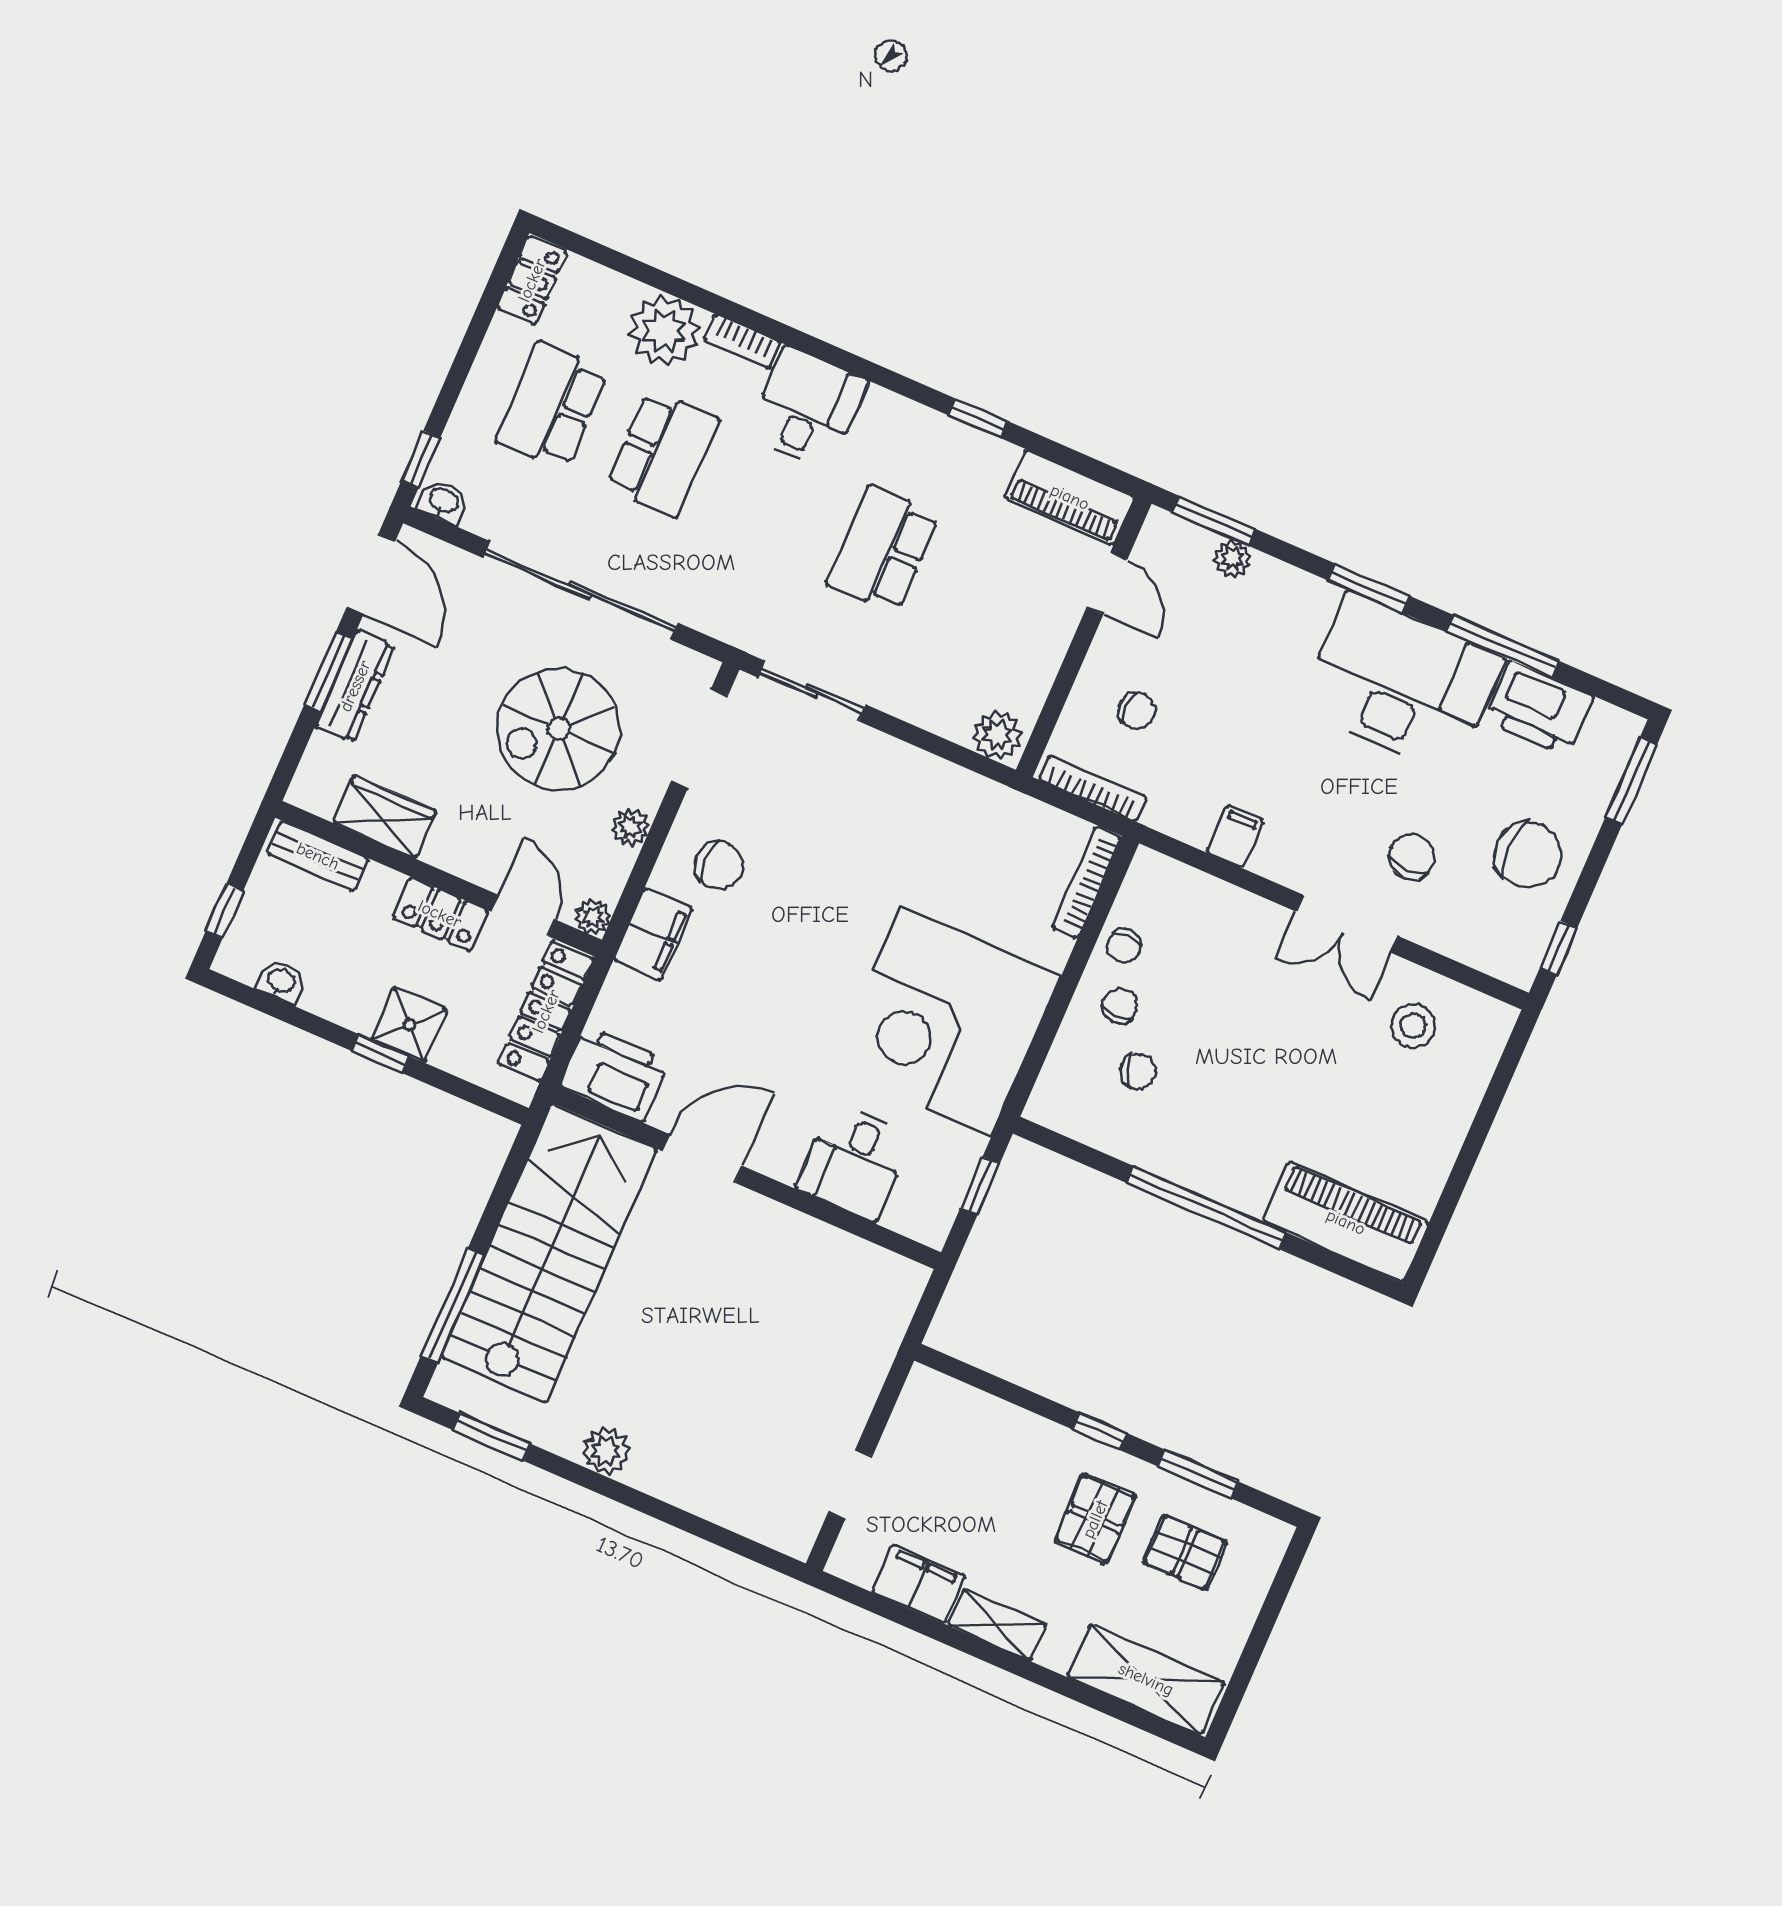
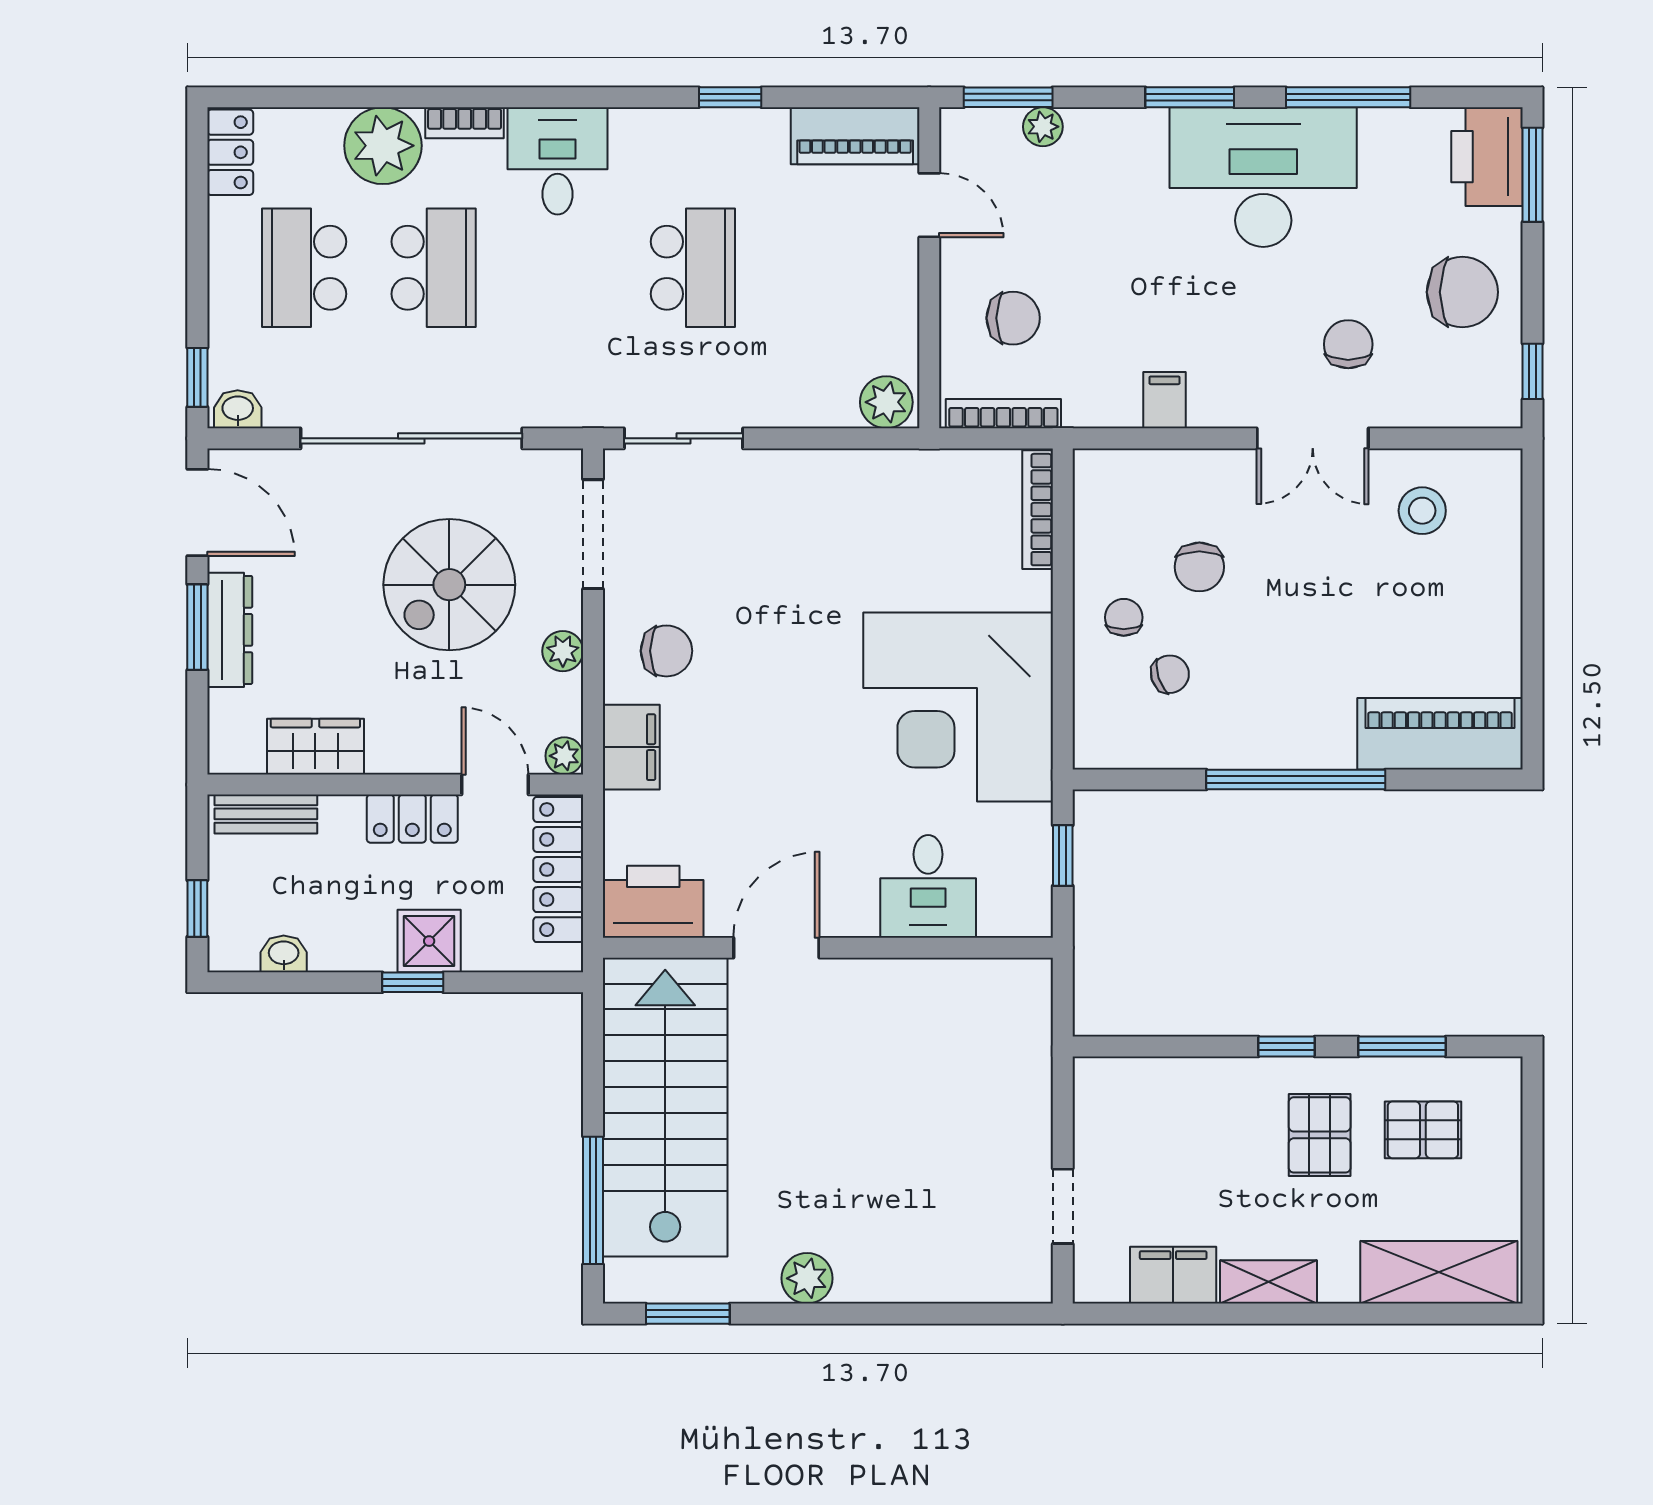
school desk: (883, 549) -> (693, 268), turned 180
printer: (1539, 708) -> (1487, 157), moved, turned 90
chair: (1136, 711) -> (1013, 318), width x1.37, depth x1.37
chair: (1124, 946) -> (1199, 567), moved, width x1.37, depth x1.37

